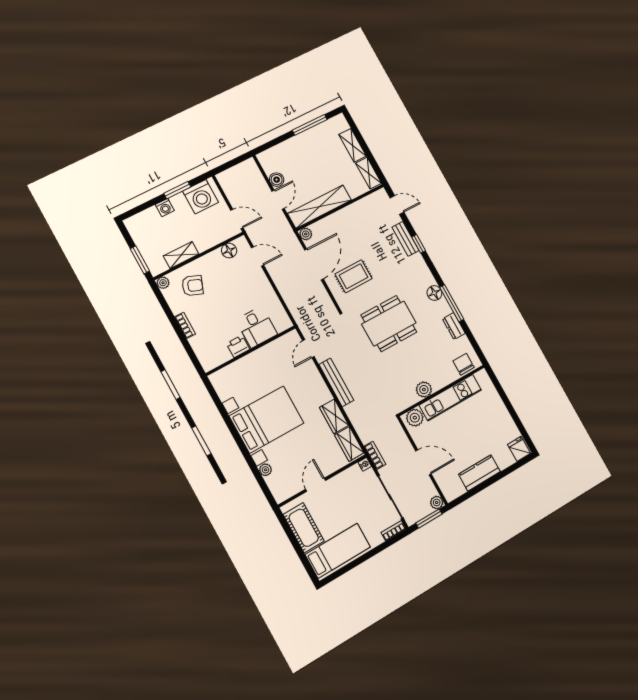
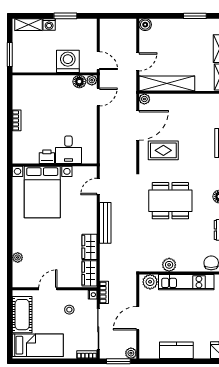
window: (310, 125) -> (195, 16), width x0.69
boiler: (277, 180) -> (145, 25), moved
washing machine: (201, 197) -> (68, 61), moved, turned 180
shelving: (181, 255) -> (28, 25), moved
door: (257, 256) -> (98, 97), hinge flipped
plant: (163, 283) -> (92, 80), moved
armchair: (192, 286) -> (38, 94), removed
bed with nightstands: (267, 420) -> (42, 192), moved, turned 90
door: (423, 462) -> (138, 318), swing flipped
stool: (350, 494) -> (69, 310), added

